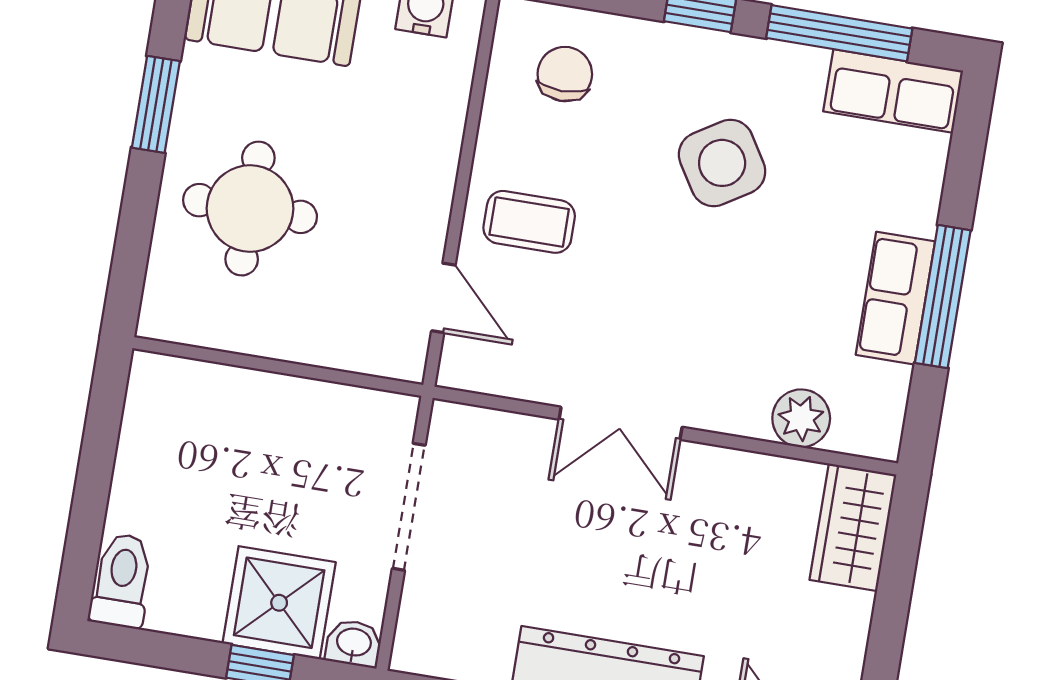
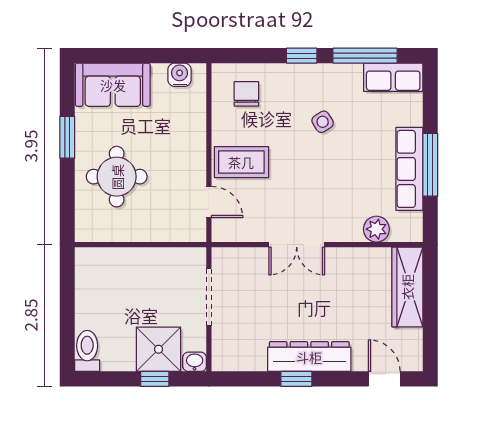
side table: (722, 163) -> (323, 122), width x0.54, depth x0.54
coffee table: (529, 222) -> (241, 162), width x1.36, depth x1.30
row of seats: (895, 298) -> (409, 169), width x1.48
wardrobe: (853, 527) -> (407, 287), width x1.50

